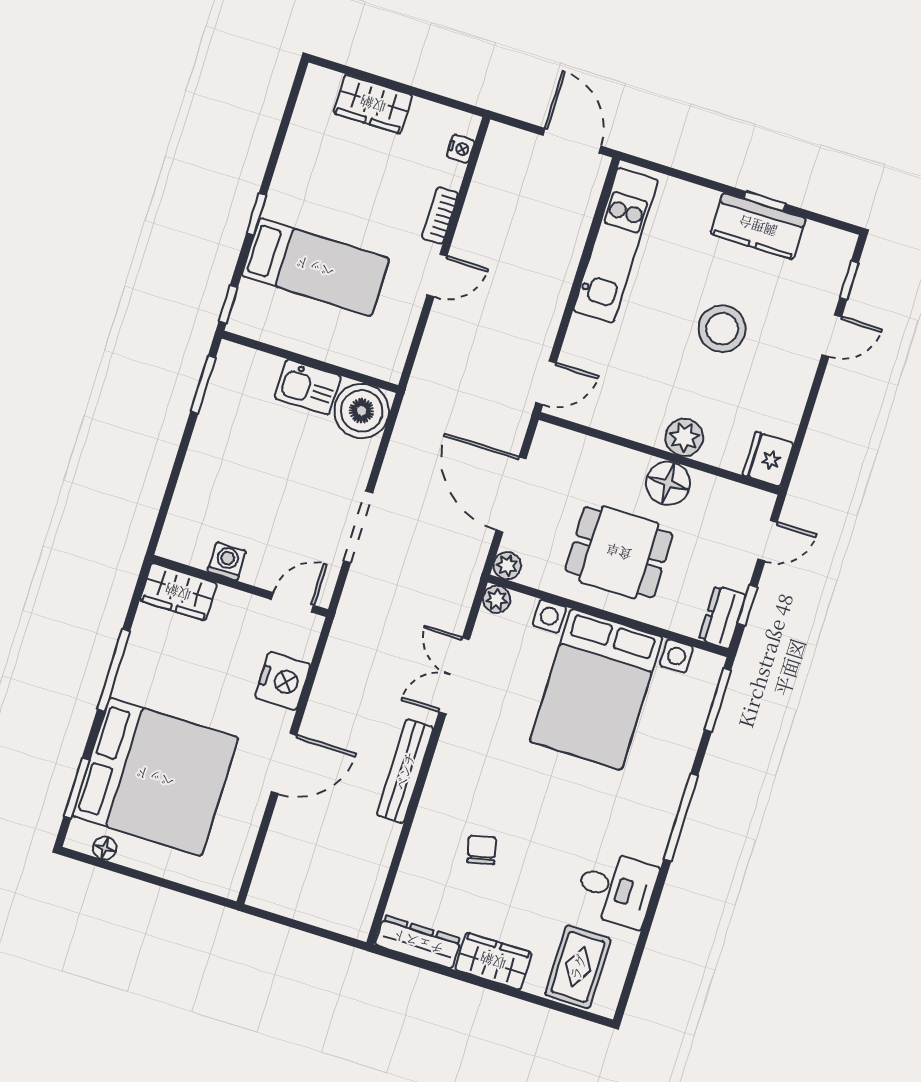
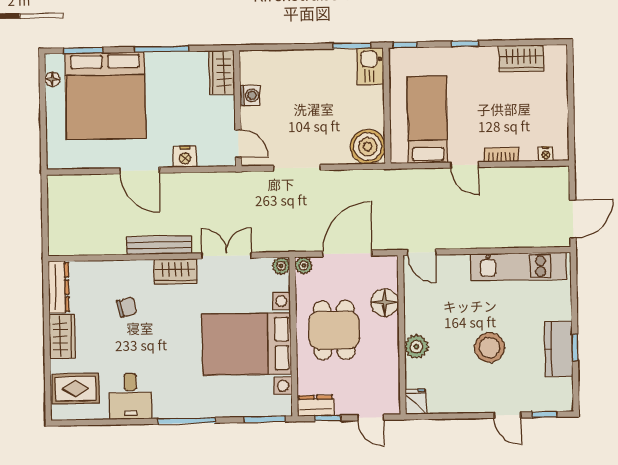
wardrobe: (373, 104) -> (521, 58), moved, turned -90
bed: (315, 267) -> (427, 120), moved, turned 180
kitchen sink: (308, 387) -> (370, 66), moved
fridge: (768, 459) -> (416, 402), width x0.72
floor lamp: (668, 483) -> (385, 302), moved
nightstand: (283, 681) -> (185, 157), width x0.74, depth x0.75
wardrobe: (452, 760) -> (175, 272), added

